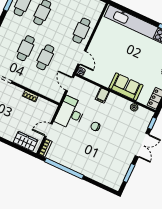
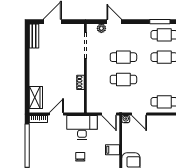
door: (82, 58) -> (139, 114), hinge flipped
door: (70, 84) -> (109, 114), swing flipped
door: (48, 130) -> (56, 114), hinge flipped

